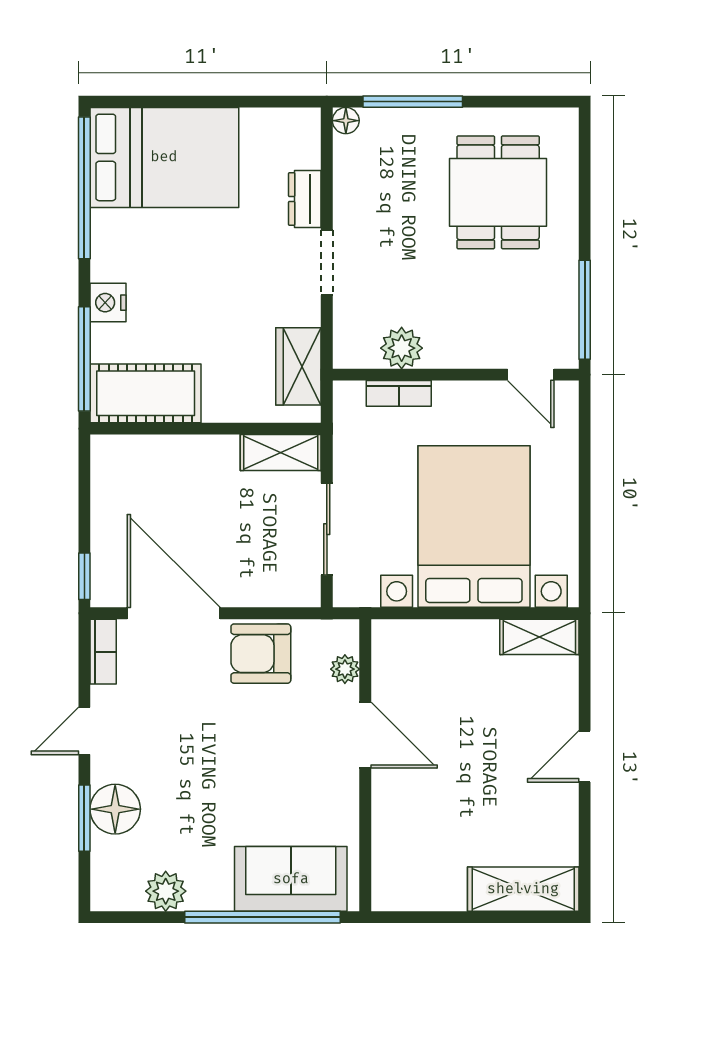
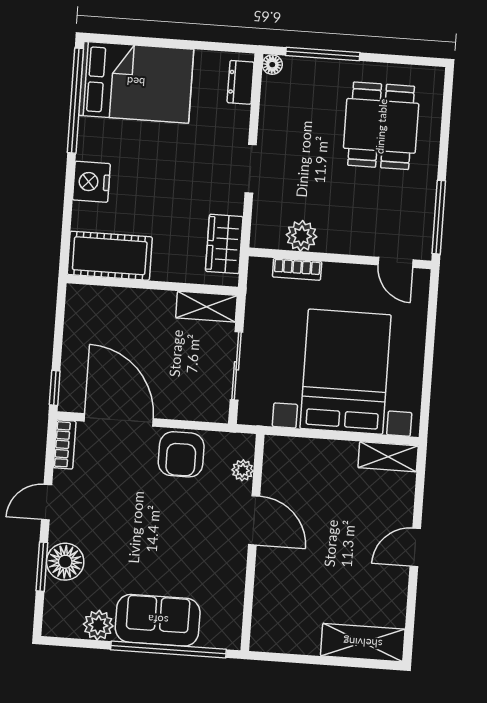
dresser: (305, 199) -> (241, 82), moved
nightstand: (108, 303) -> (91, 182), width x1.36, depth x1.33
window: (84, 359) -> (66, 227), removed
armchair: (261, 654) -> (181, 454), turned -90
sofa: (291, 879) -> (158, 620), moved

